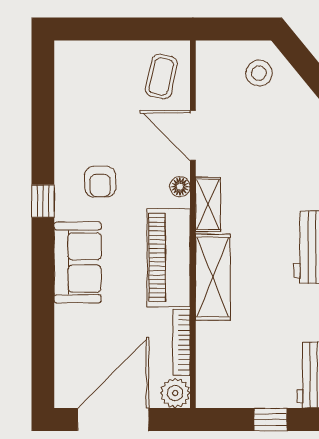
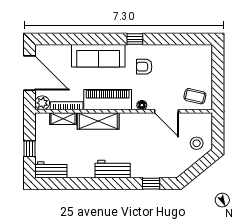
door: (193, 135) -> (167, 111), swing flipped
shelving: (208, 204) -> (63, 119), moved
sofa: (78, 262) -> (98, 56), width x1.36

